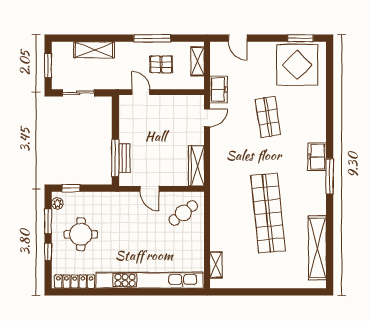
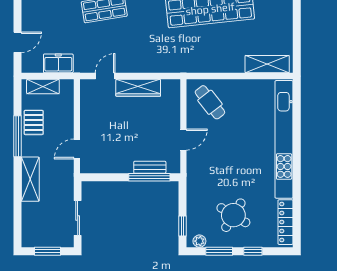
shelving: (94, 50) -> (30, 179), moved
pallet: (161, 64) -> (34, 122), moved
freezer: (219, 89) -> (58, 63), moved
door: (207, 118) -> (105, 76), hinge flipped
wardrobe: (196, 166) -> (138, 88), moved
round table: (81, 234) -> (233, 215), turned 31
shelving: (216, 265) -> (267, 64), width x1.50, depth x1.33

